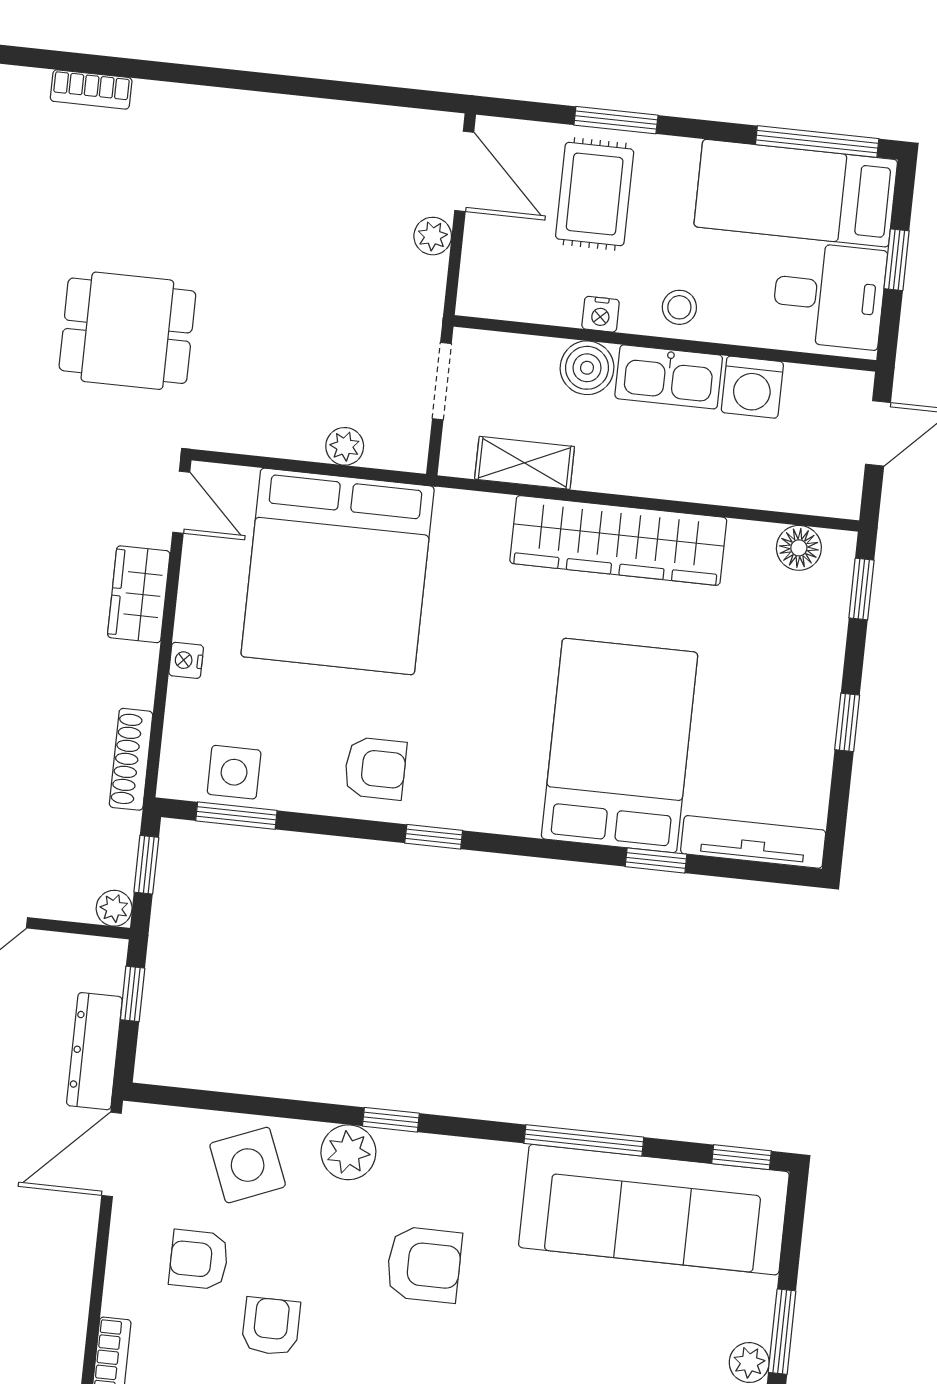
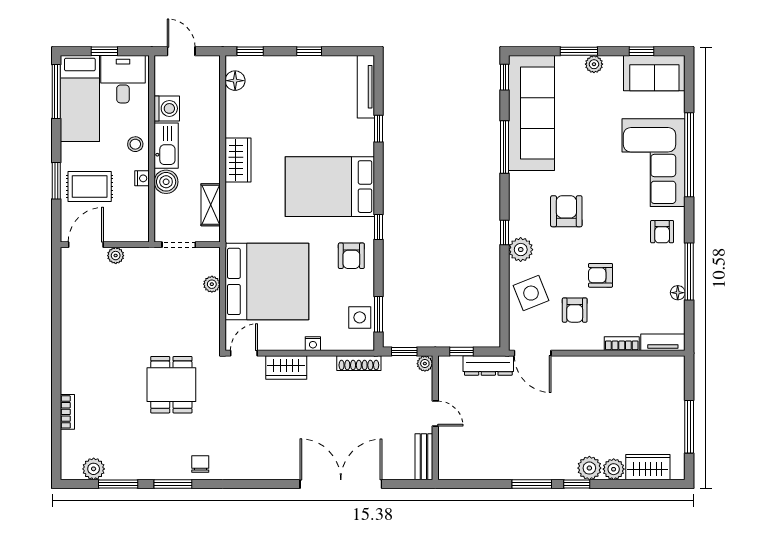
wardrobe: (618, 540) -> (238, 160), width x0.48, depth x0.85
bed: (620, 746) -> (330, 187), moved
armchair: (375, 768) -> (351, 256), turned 180

